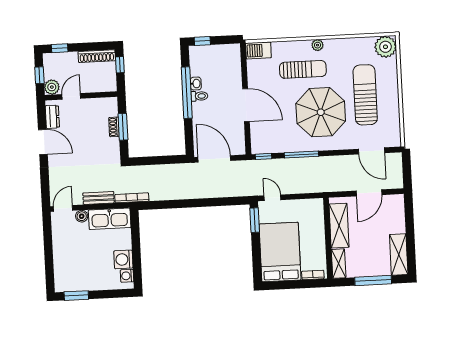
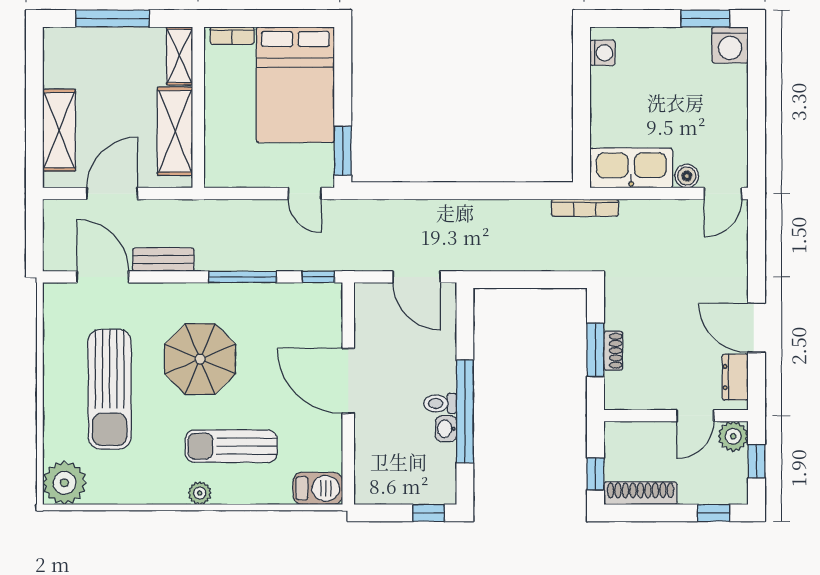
parasol: (321, 112) -> (200, 359), width x0.73, depth x0.73
door: (214, 159) -> (417, 277), width x0.73
bench: (98, 198) -> (163, 260), moved
shelving: (399, 255) -> (59, 130), moved
washing machine: (123, 259) -> (730, 45), moved, turned 90

